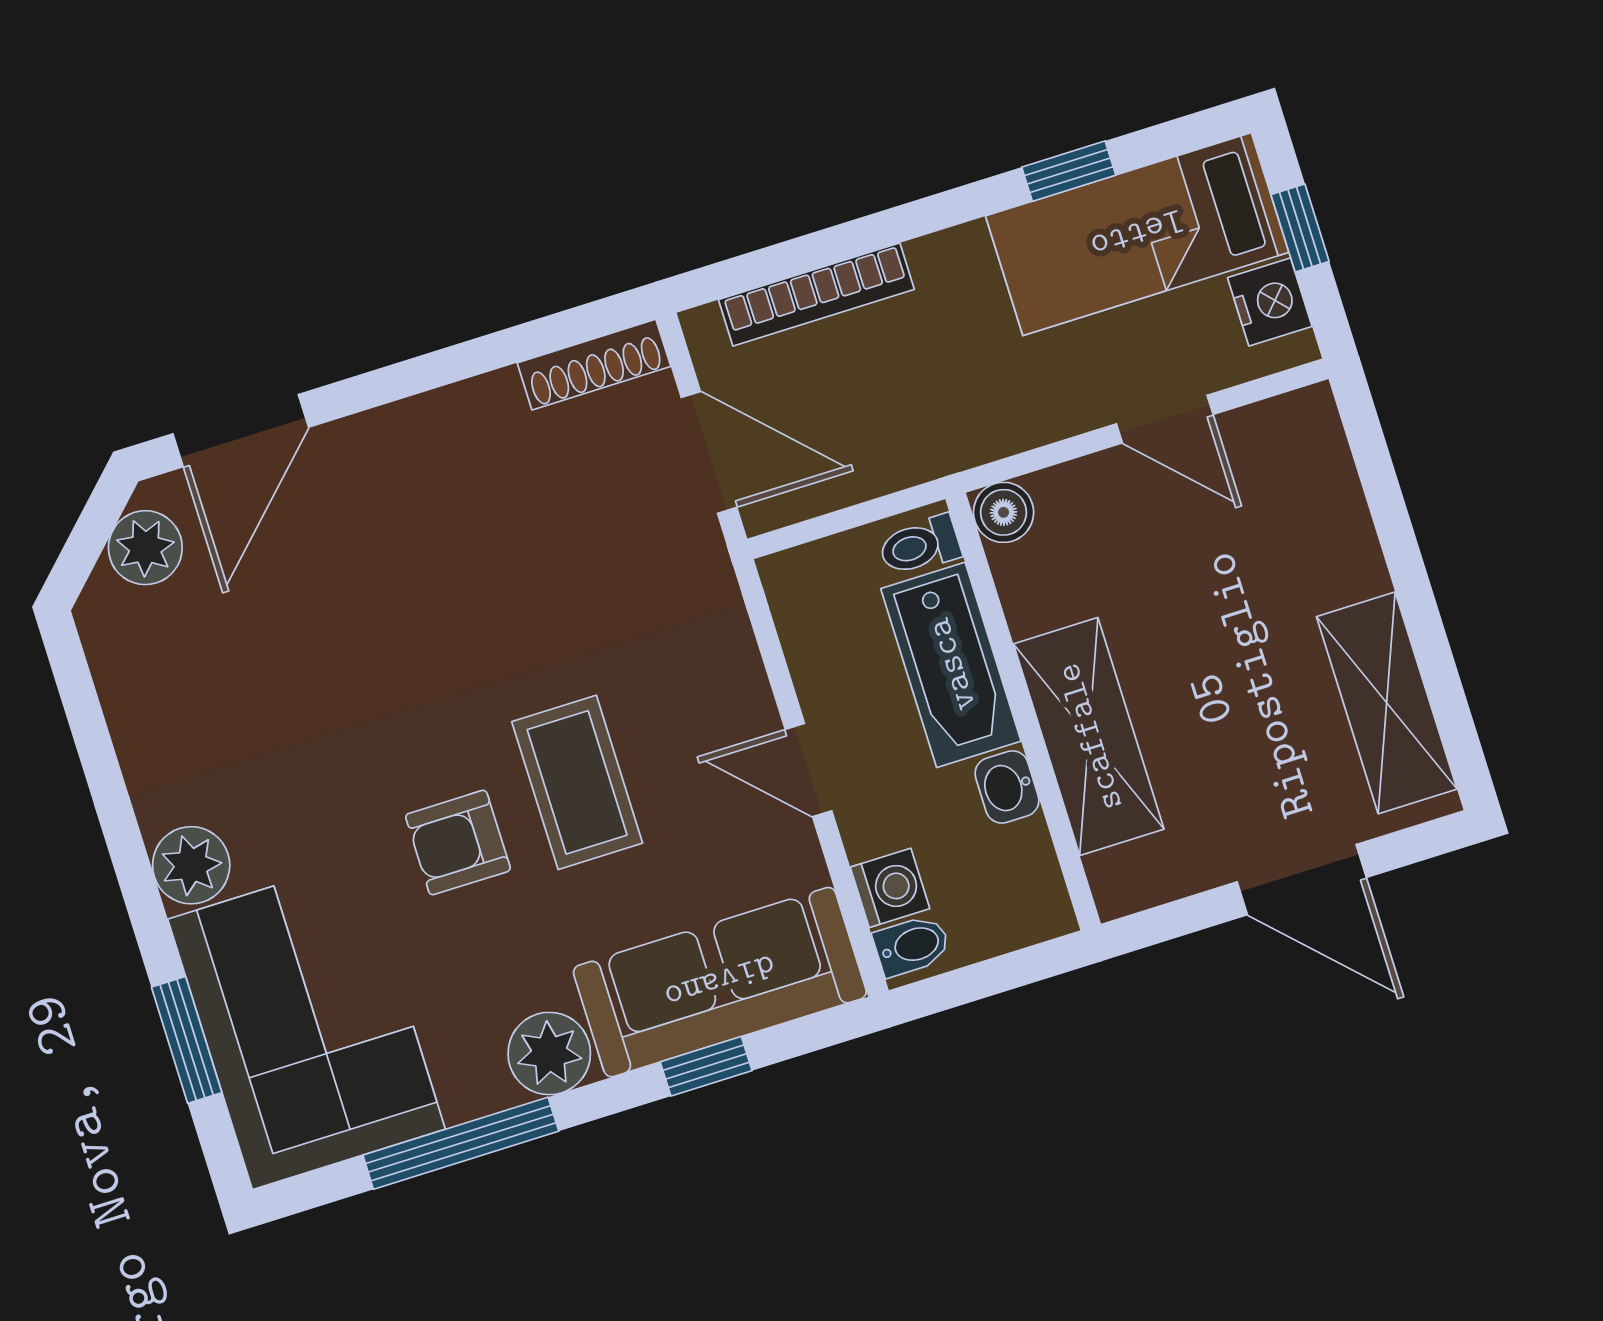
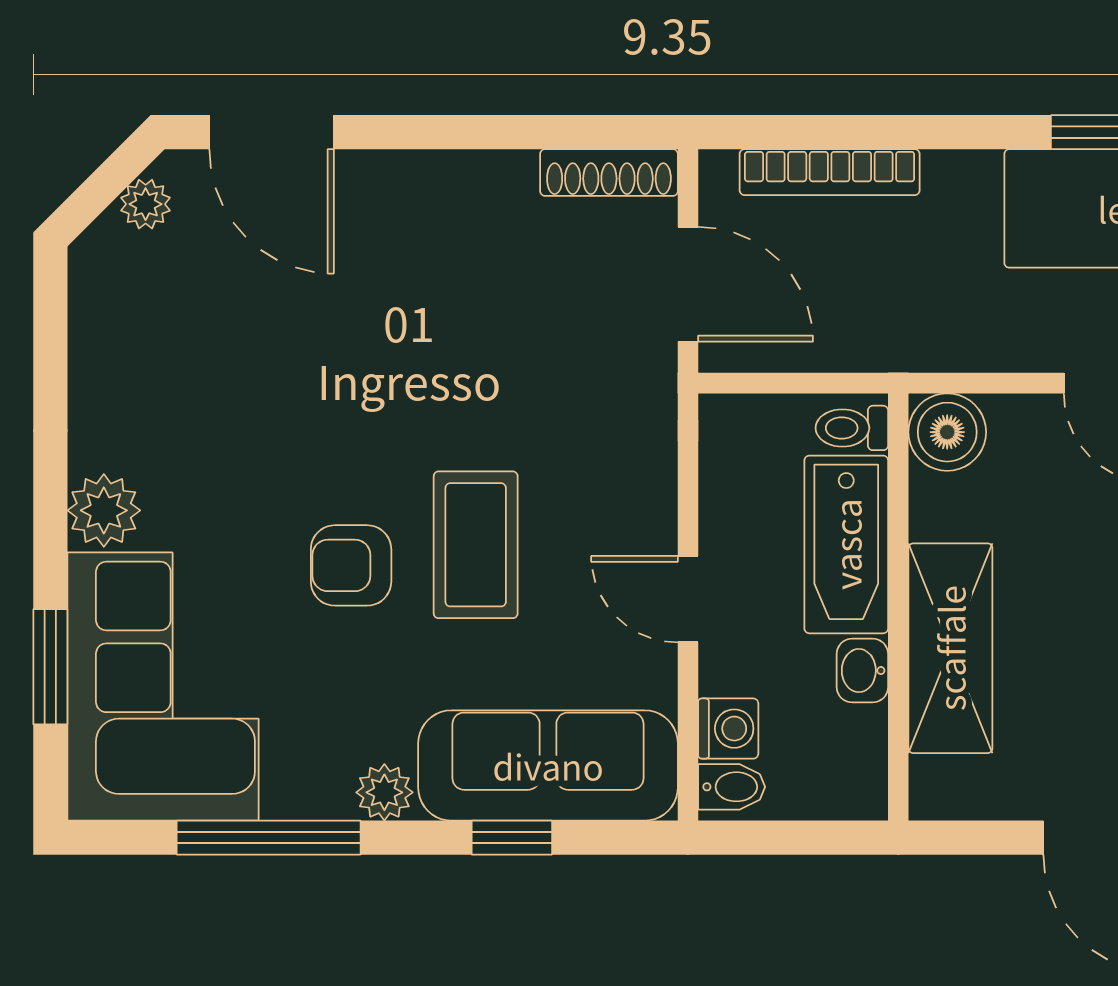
door: (241, 431) -> (272, 132), hinge flipped
boiler: (1004, 512) -> (947, 432), width x1.36, depth x1.36
plant: (145, 548) -> (146, 204), width x0.73, depth x0.73
plant: (549, 1053) -> (384, 792), width x0.73, depth x0.73

